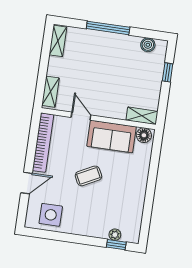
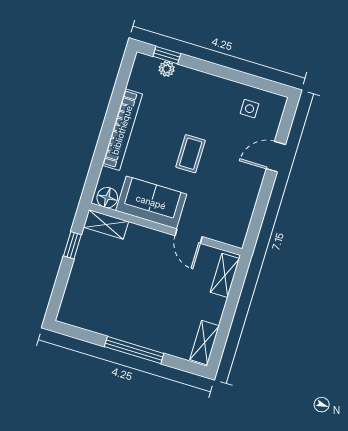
boiler: (148, 45) -> (84, 319), removed
window: (168, 72) -> (72, 245), moved
bookcase: (43, 143) -> (122, 130), moved, turned 180
coffee table: (88, 176) -> (191, 154), turned -63
side table: (51, 215) -> (250, 109), width x0.54, depth x0.54

